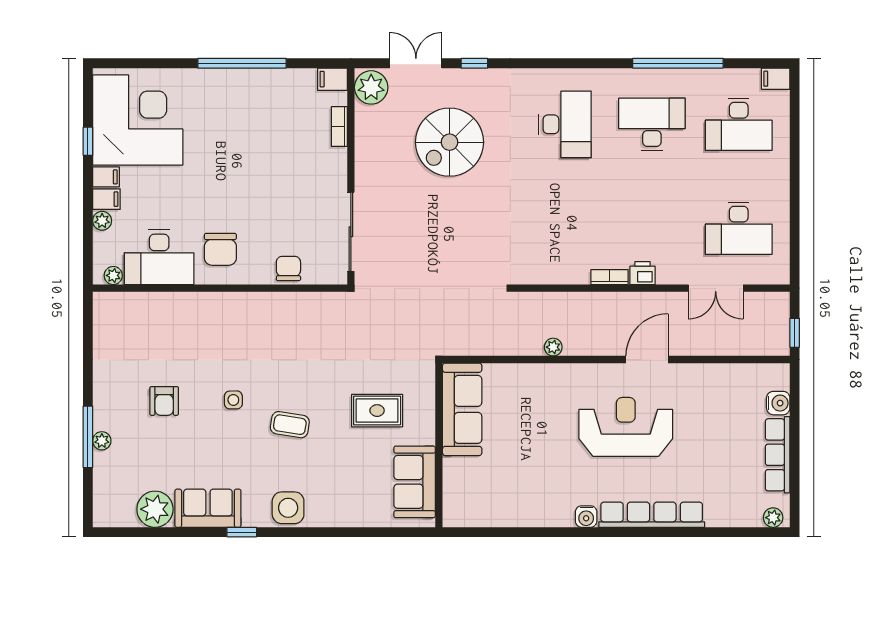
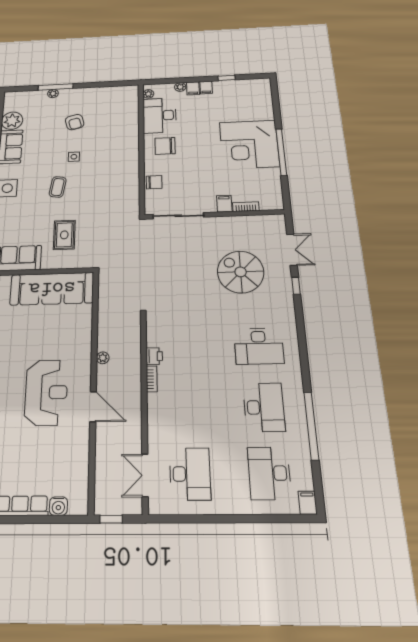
filing cabinet: (332, 79) -> (224, 204), moved
plant: (371, 87) -> (273, 224), removed
corner desk: (138, 120) -> (249, 144), moved, turned 90
desk: (739, 228) -> (190, 474), turned 180
printer: (643, 273) -> (154, 356), moved
double door: (716, 288) -> (145, 475), moved
plant: (553, 347) -> (103, 358), moved
armchair: (164, 401) -> (75, 122), turned -105
sofa: (462, 409) -> (52, 289), width x1.36, depth x1.27

